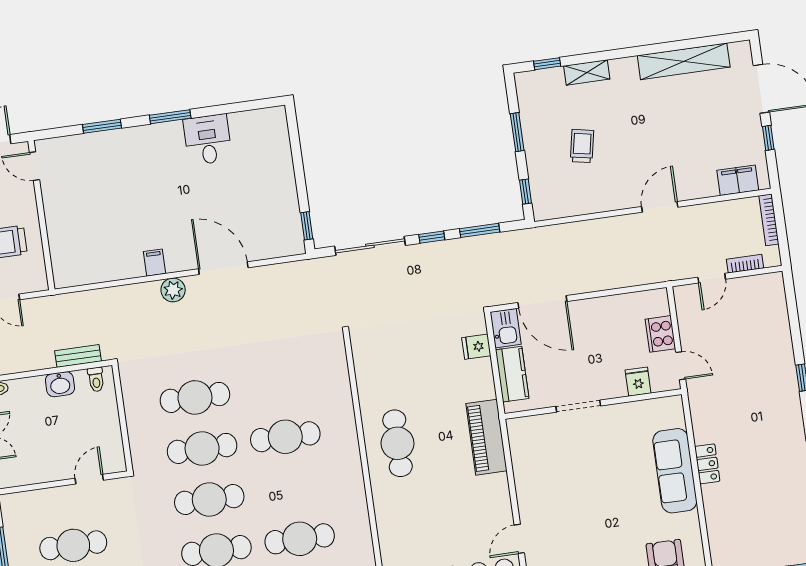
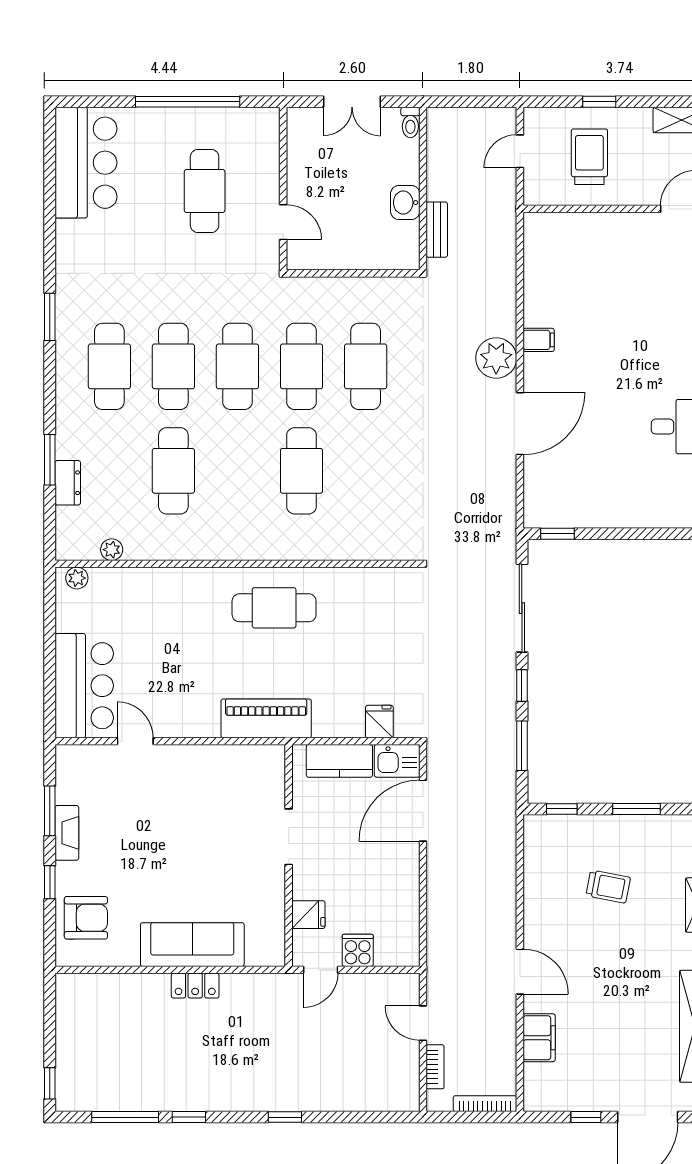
filing cabinet: (738, 180) -> (539, 1038), moved
plant: (173, 290) -> (496, 358), width x1.36, depth x1.36
cooker: (660, 334) -> (358, 950), width x0.73
toilet: (96, 379) -> (405, 248), removed

